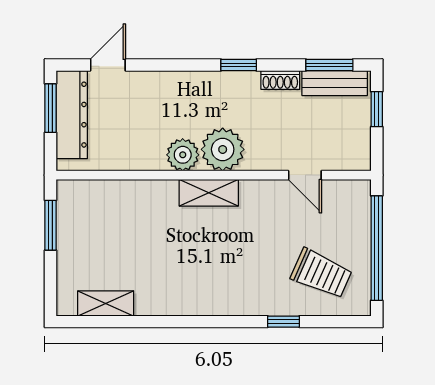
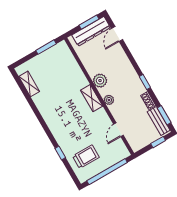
door: (108, 65) -> (117, 34), swing flipped
plant: (223, 149) -> (109, 100), width x0.53, depth x0.53
trolley: (321, 274) -> (86, 157), turned -114

